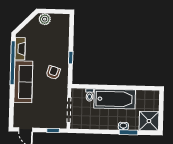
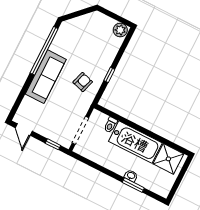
plant: (45, 19) -> (120, 30), moved
fireplace: (20, 49) -> (59, 39), removed
shower: (149, 121) -> (168, 159), moved

